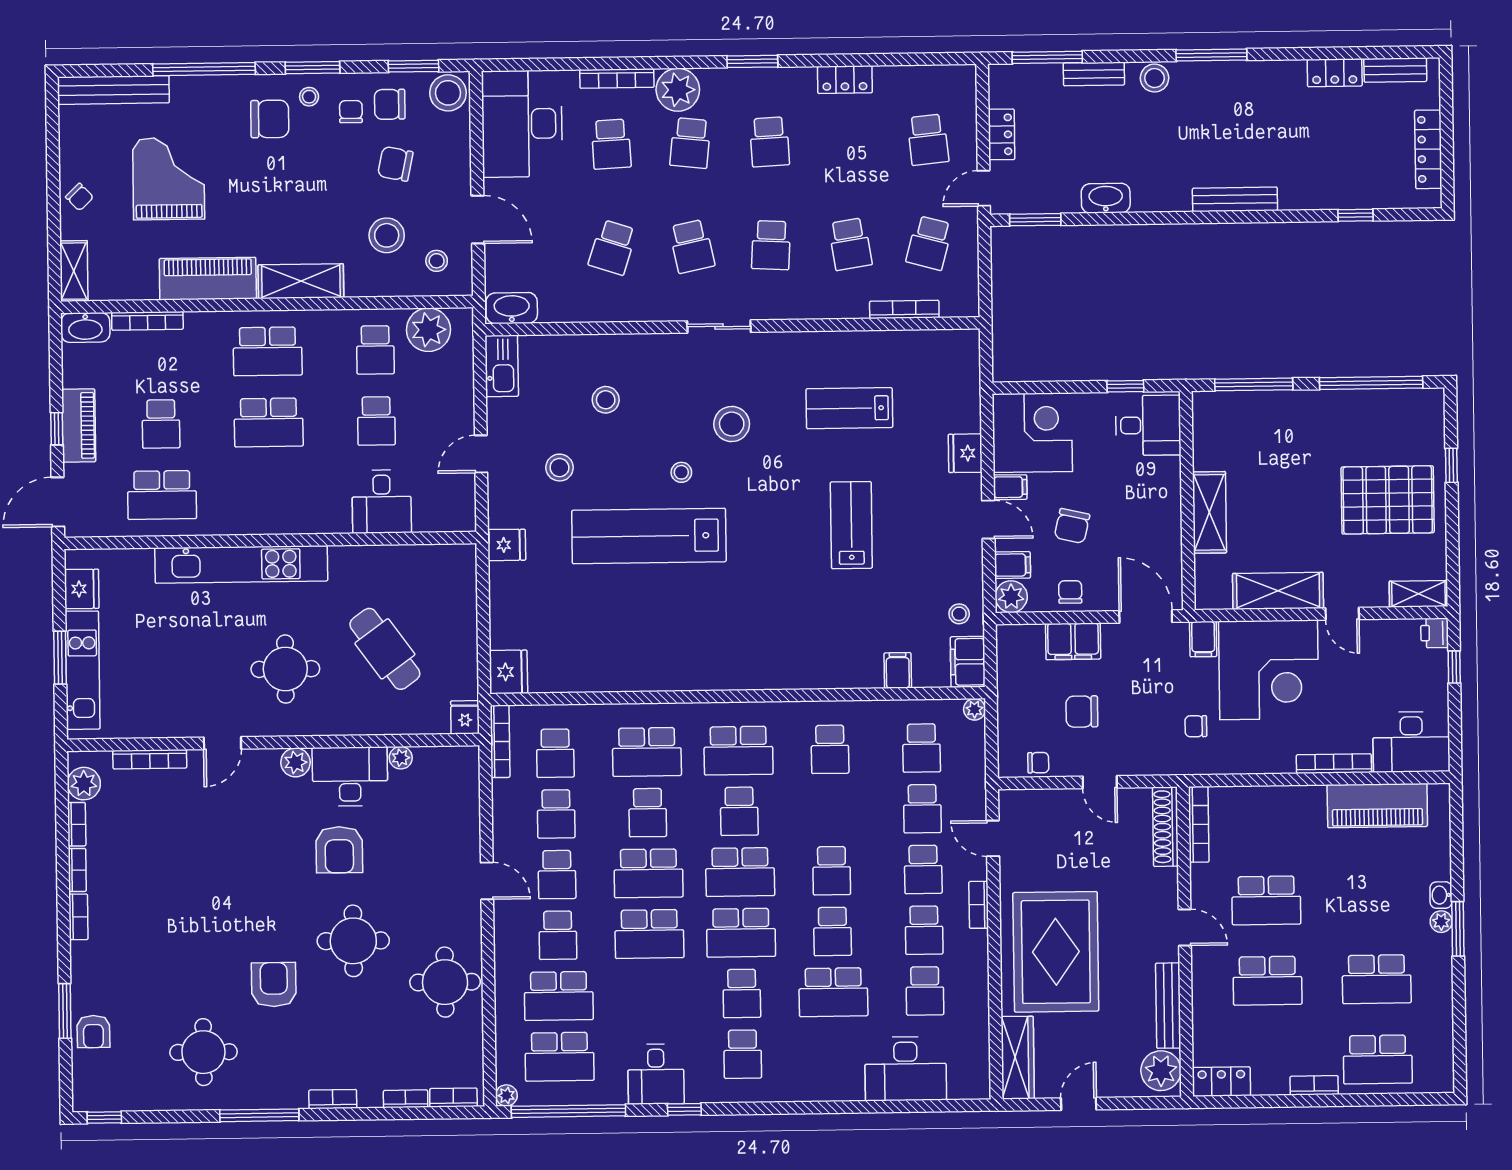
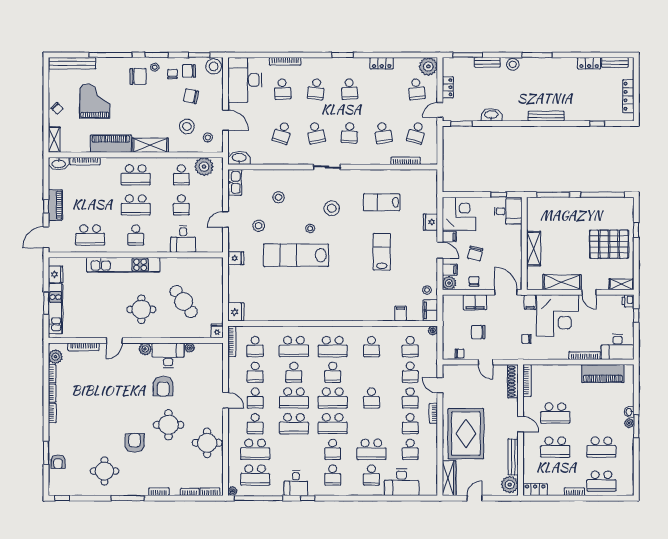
plant: (678, 90) -> (428, 66), moved
school desk: (161, 424) -> (136, 235), moved
school desk: (833, 931) -> (371, 475), moved

